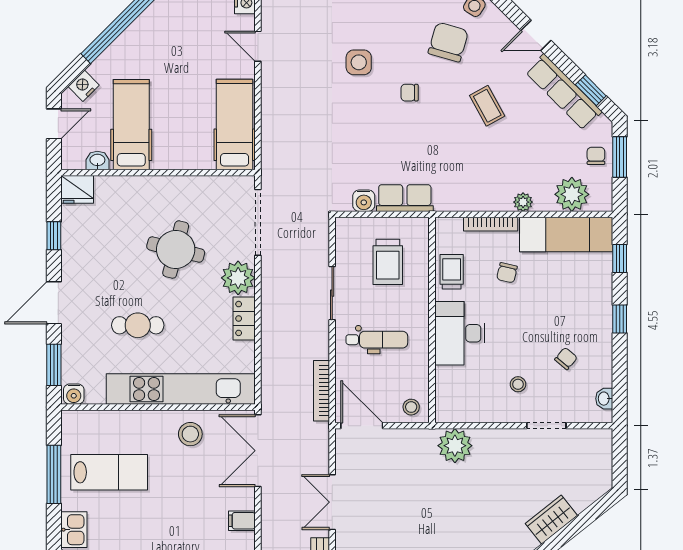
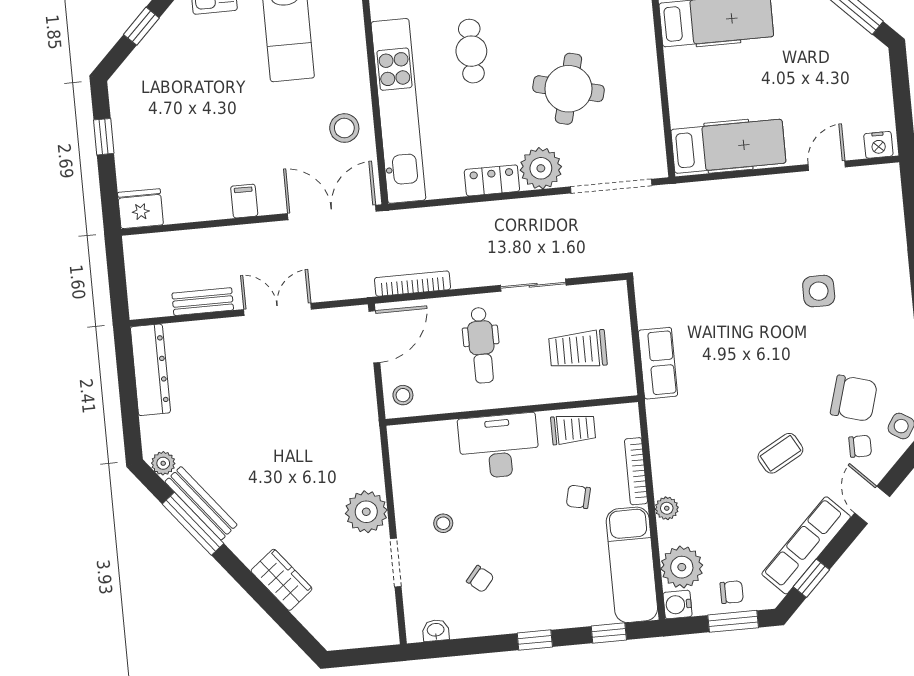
chair: (410, 93) -> (860, 446), moved, turned 90
water cooler: (364, 201) -> (678, 604), moved
plant: (455, 446) -> (366, 512), moved

